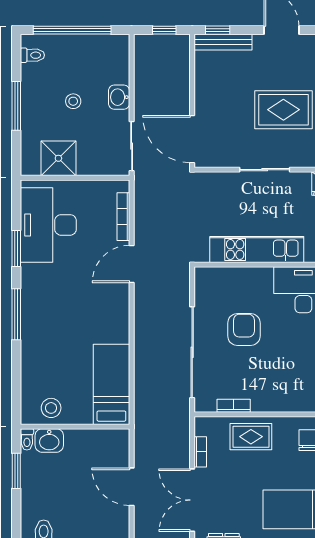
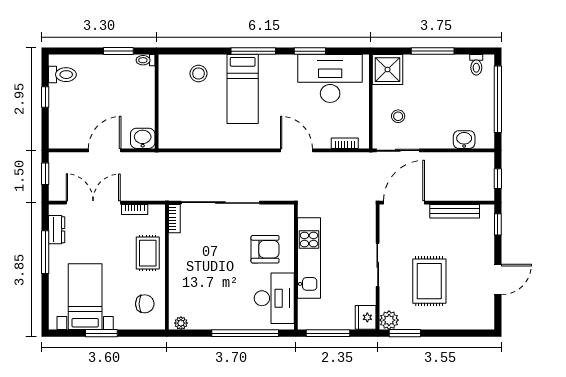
bench: (223, 42) -> (455, 211), moved, turned 90
washbasin: (119, 97) -> (464, 140), moved
stool: (73, 101) -> (398, 116), moved
shower: (58, 158) -> (388, 70), moved
bookcase: (123, 217) -> (345, 143), width x0.64
armchair: (244, 330) -> (265, 249), moved
bed: (111, 384) -> (243, 89), moved, turned 90
bookcase: (234, 406) -> (174, 219), moved
stool: (51, 408) -> (198, 73), moved
washbasin: (49, 440) -> (143, 138), moved, turned 90

